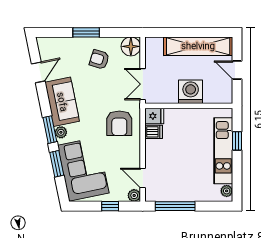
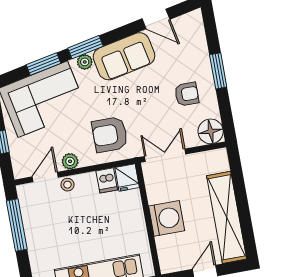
armchair: (99, 59) -> (187, 94), turned 73
stool: (151, 162) -> (67, 185), added
plant: (134, 195) -> (70, 161), moved

